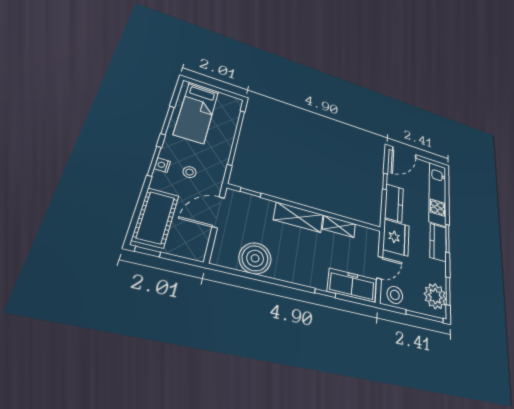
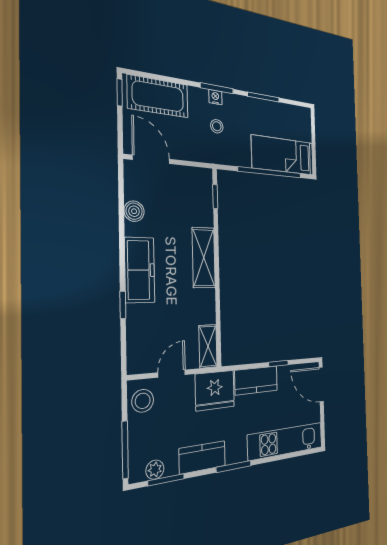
bed: (196, 112) -> (283, 155), moved
door: (218, 212) -> (151, 159), moved
shelving: (339, 226) -> (208, 346), moved
kitchen counter: (438, 242) -> (202, 457), moved
boiler: (255, 258) -> (134, 211), width x0.54, depth x0.54
door: (380, 268) -> (172, 374), swing flipped
freezer: (352, 285) -> (140, 270), moved
plant: (435, 296) -> (155, 470), width x0.53, depth x0.53

